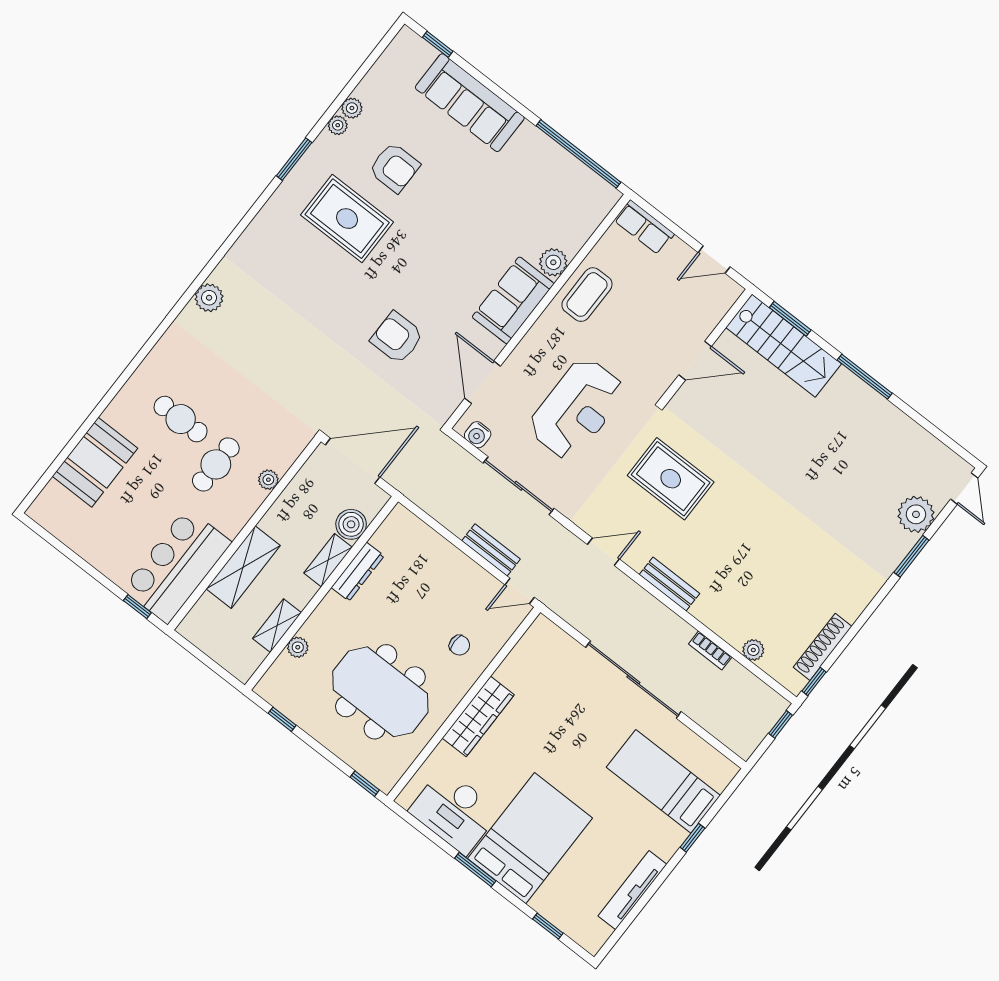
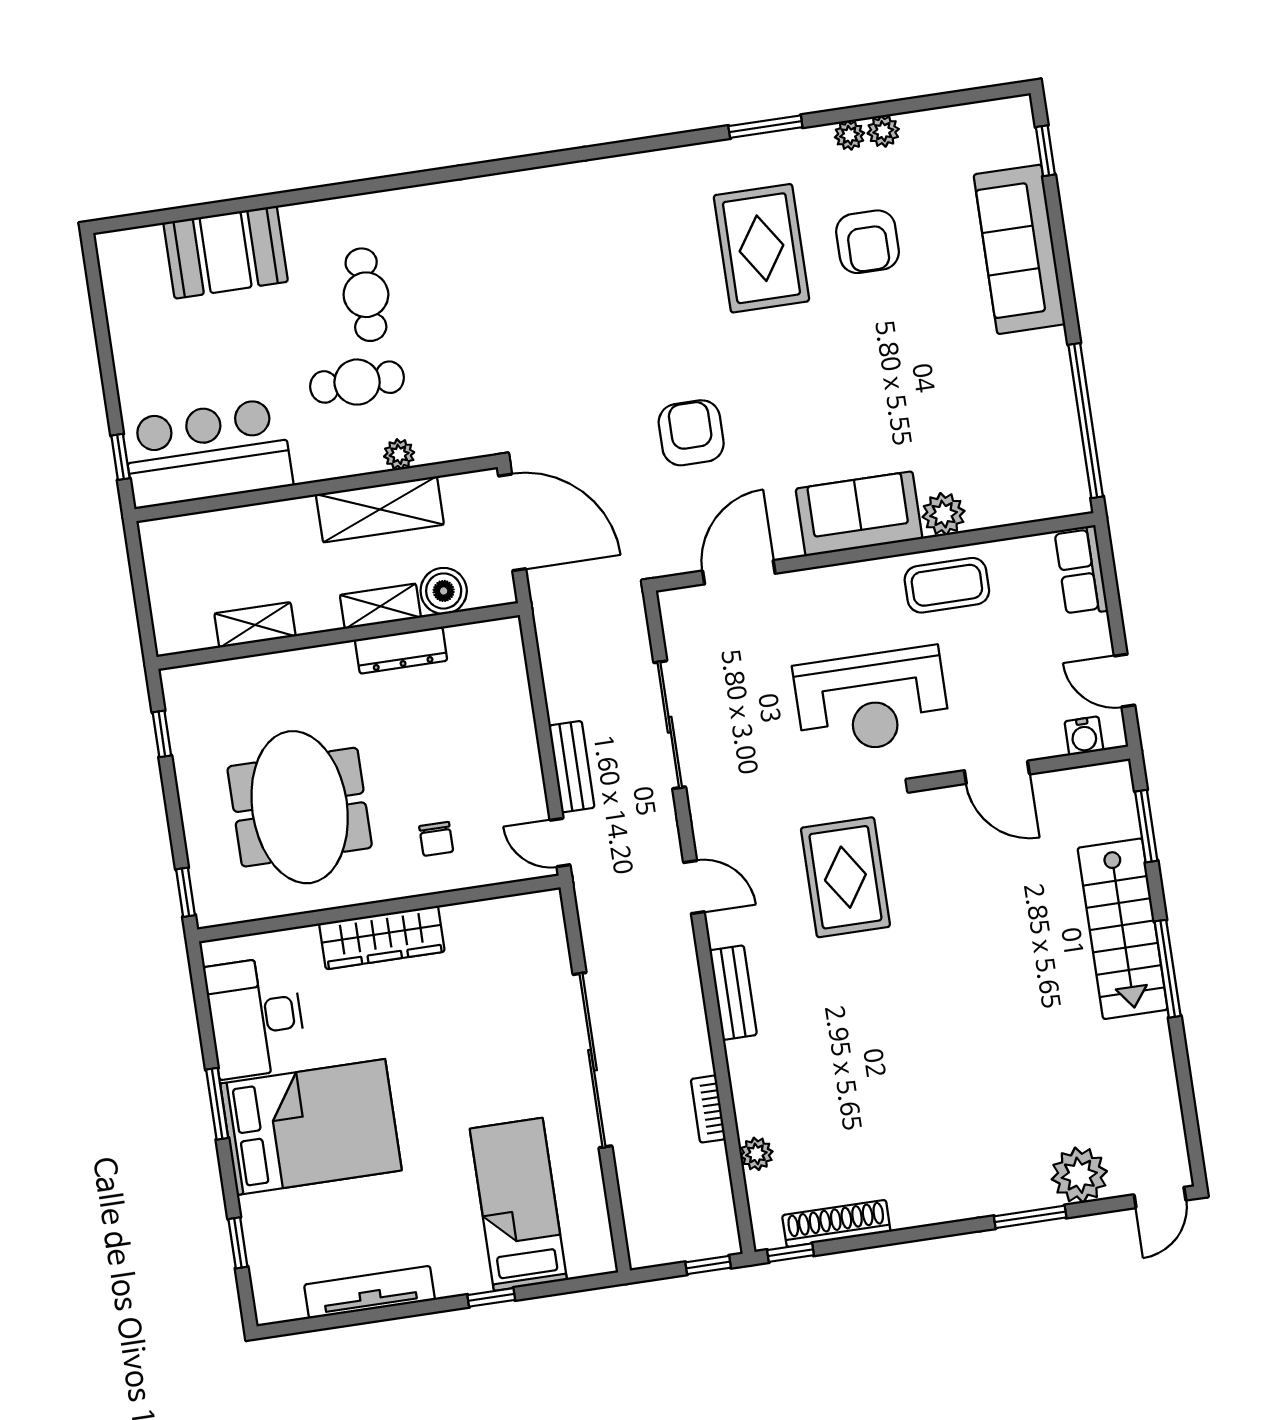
plant: (209, 298) -> (525, 190), removed
stairs: (784, 346) -> (1123, 929), moved
reception desk: (577, 409) -> (872, 701), moved
water cooler: (478, 435) -> (1084, 736), moved, turned -90
shelving: (243, 567) -> (380, 509), moved
plant: (298, 647) -> (255, 671), removed

